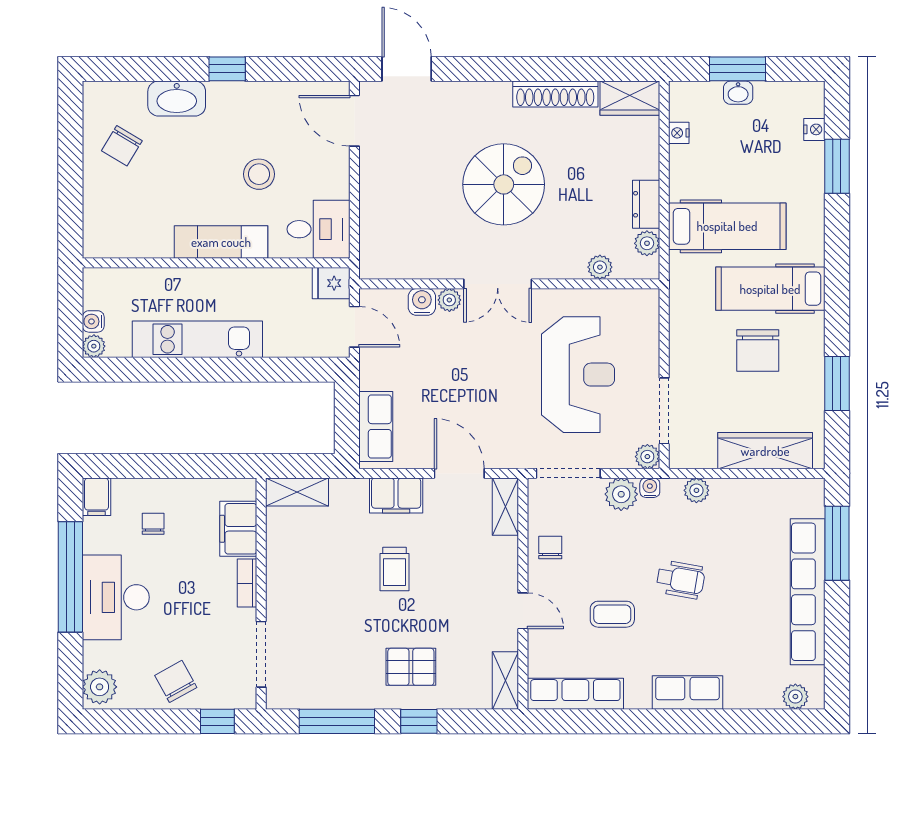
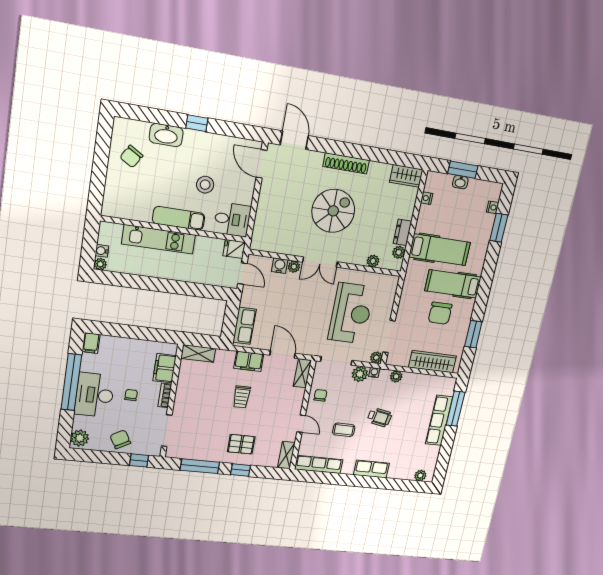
shoe rack: (555, 94) -> (346, 163), moved
kitchen unit: (197, 339) -> (159, 239), moved, turned 180
chair: (153, 524) -> (131, 395), moved
row of seats: (808, 592) -> (439, 420), width x0.73

